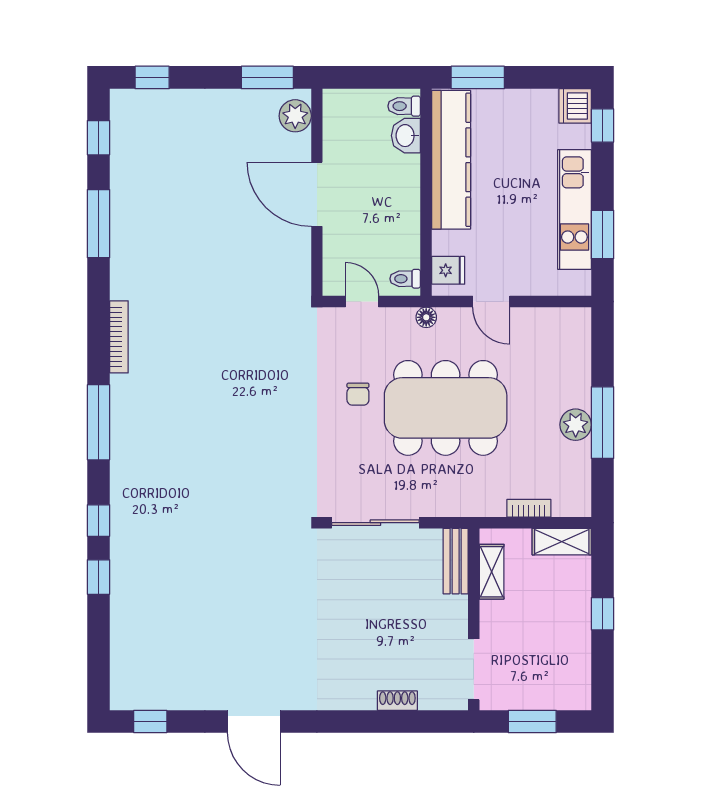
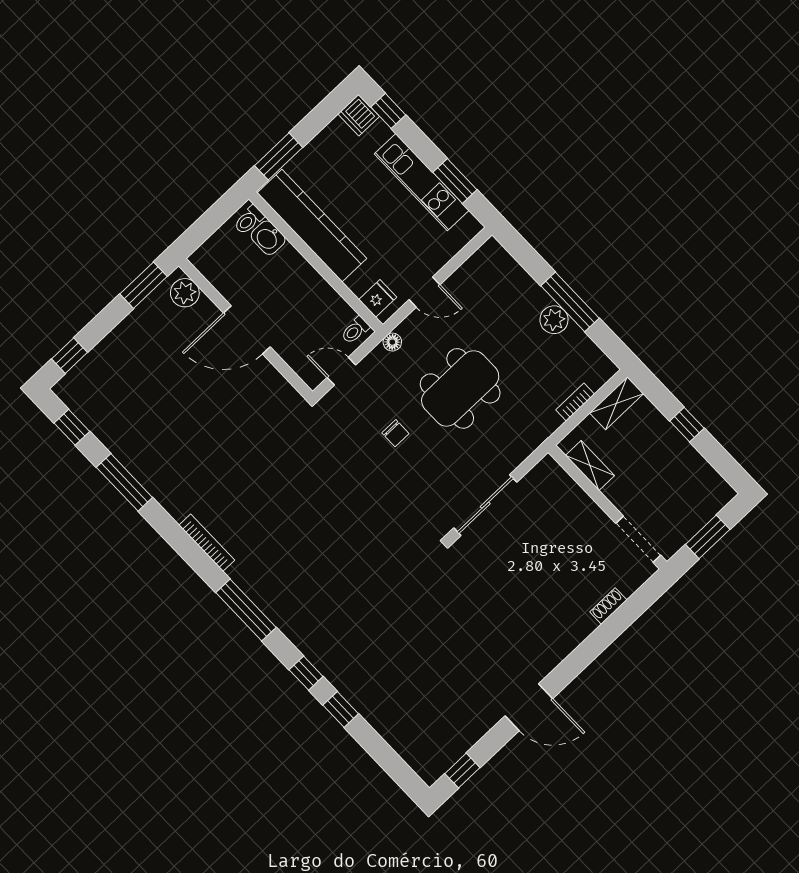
dining table: (446, 408) -> (460, 388), width x0.73, depth x0.80
bench: (456, 561) -> (560, 481), removed

